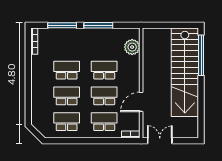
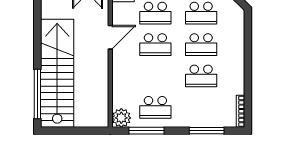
window: (98, 25) -> (147, 131), moved
plant: (132, 47) -> (121, 118), moved
school desk: (104, 70) -> (155, 107), moved

